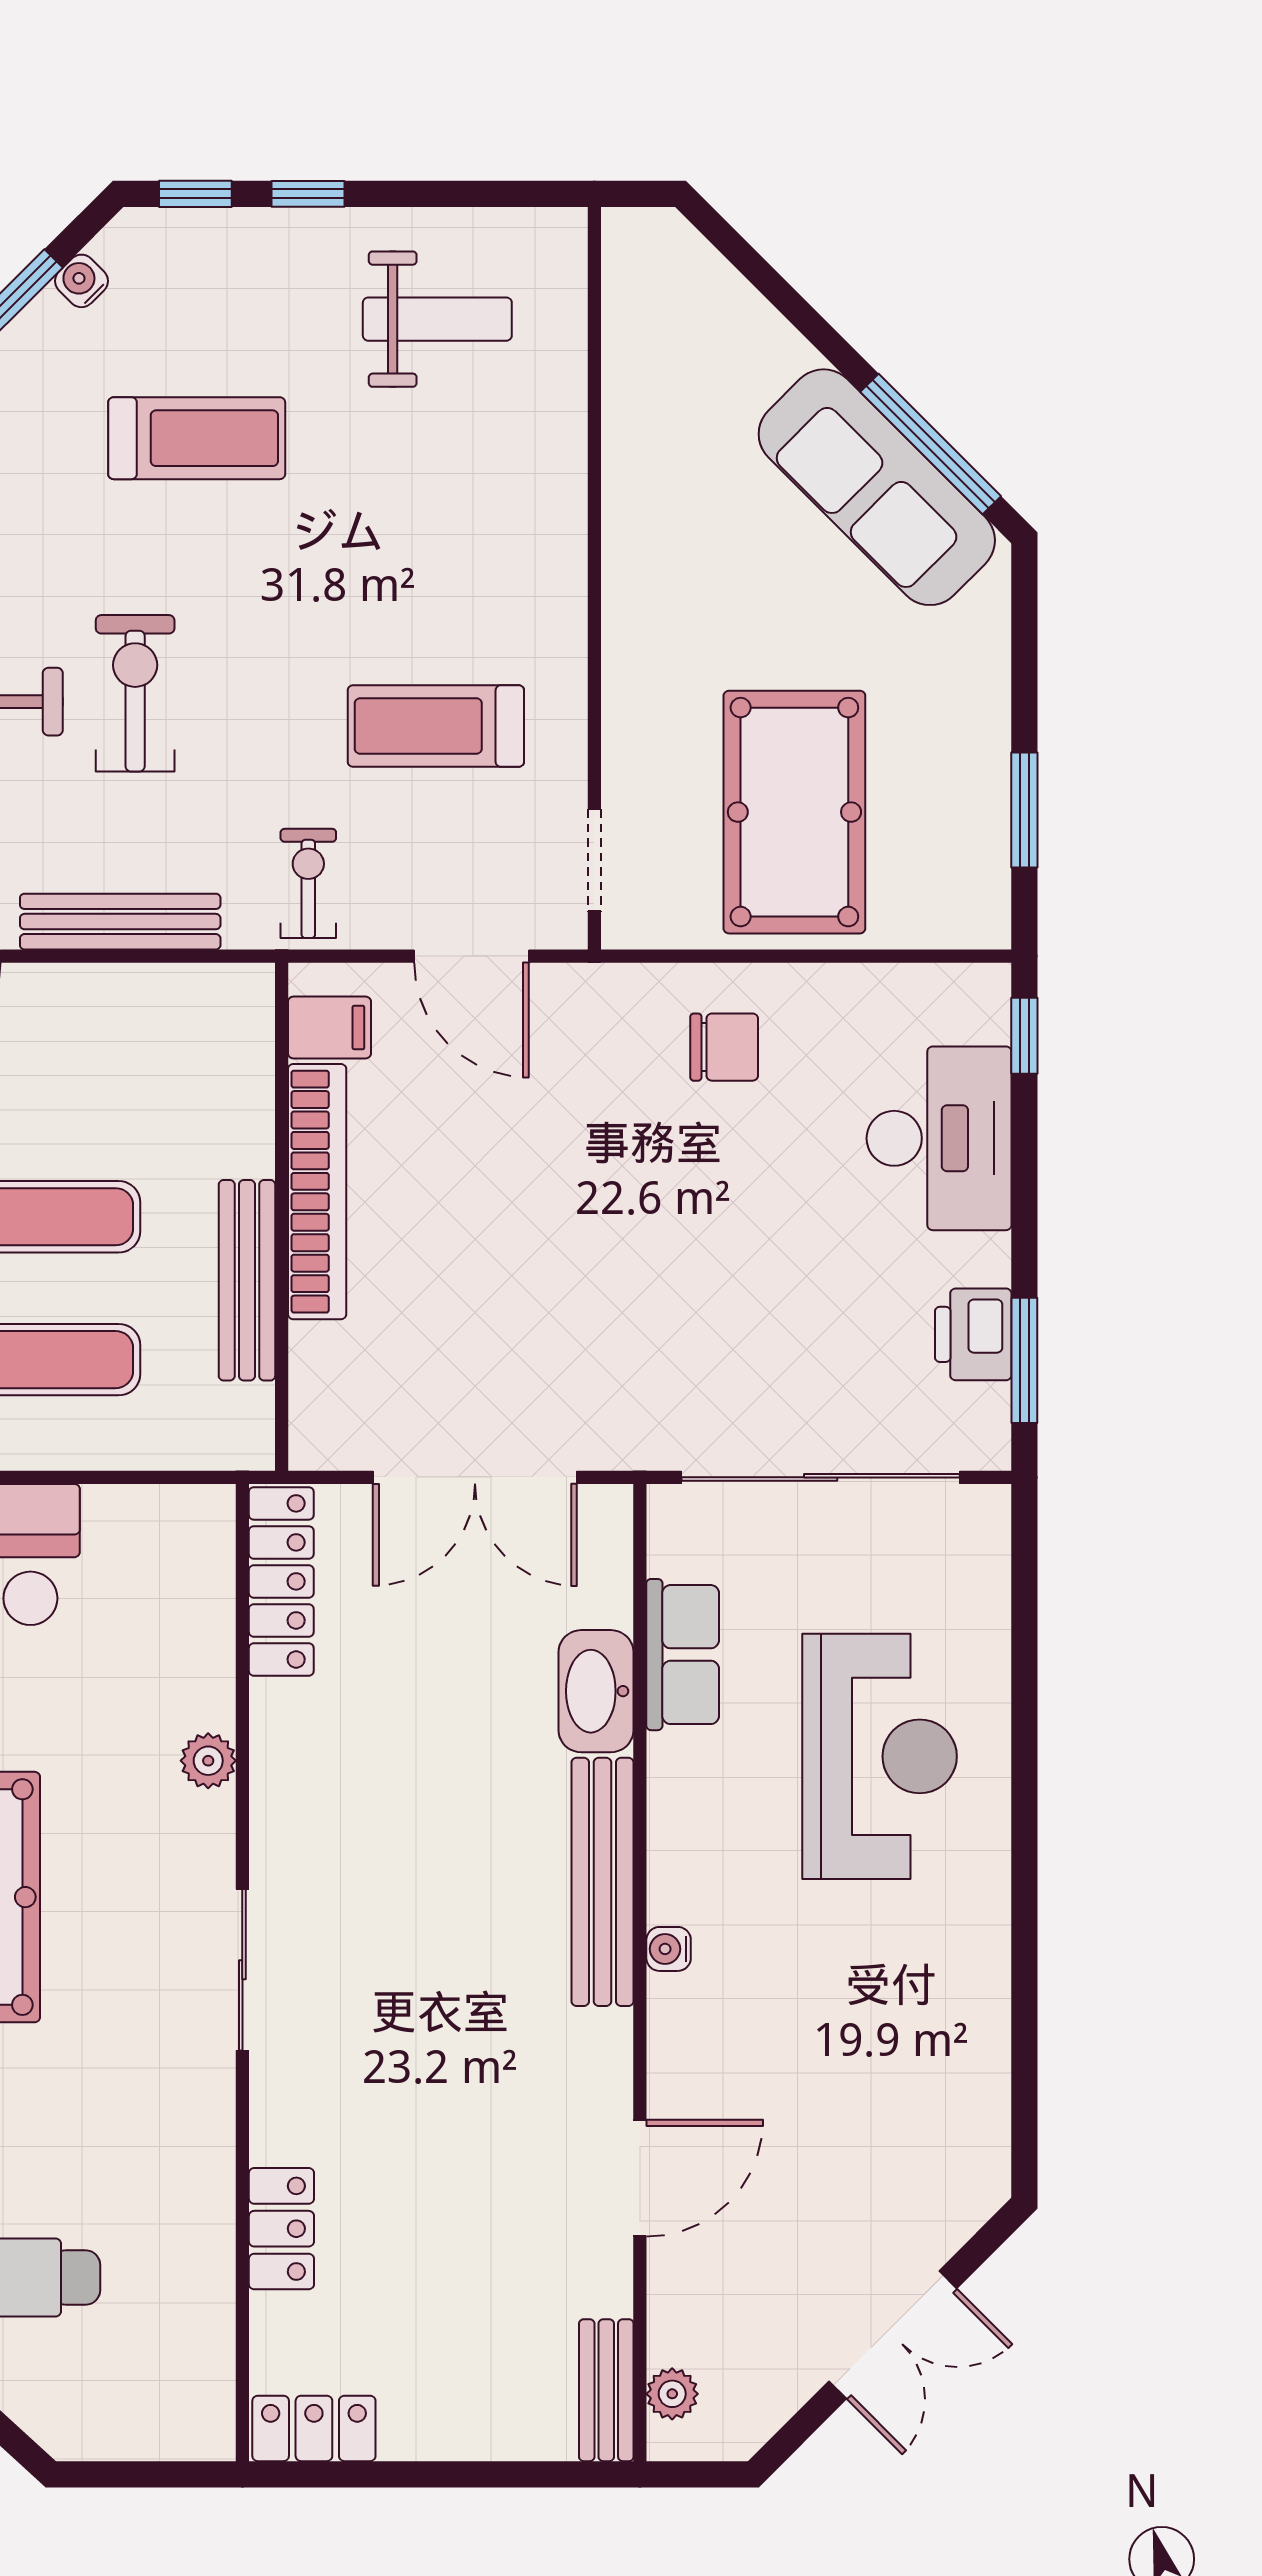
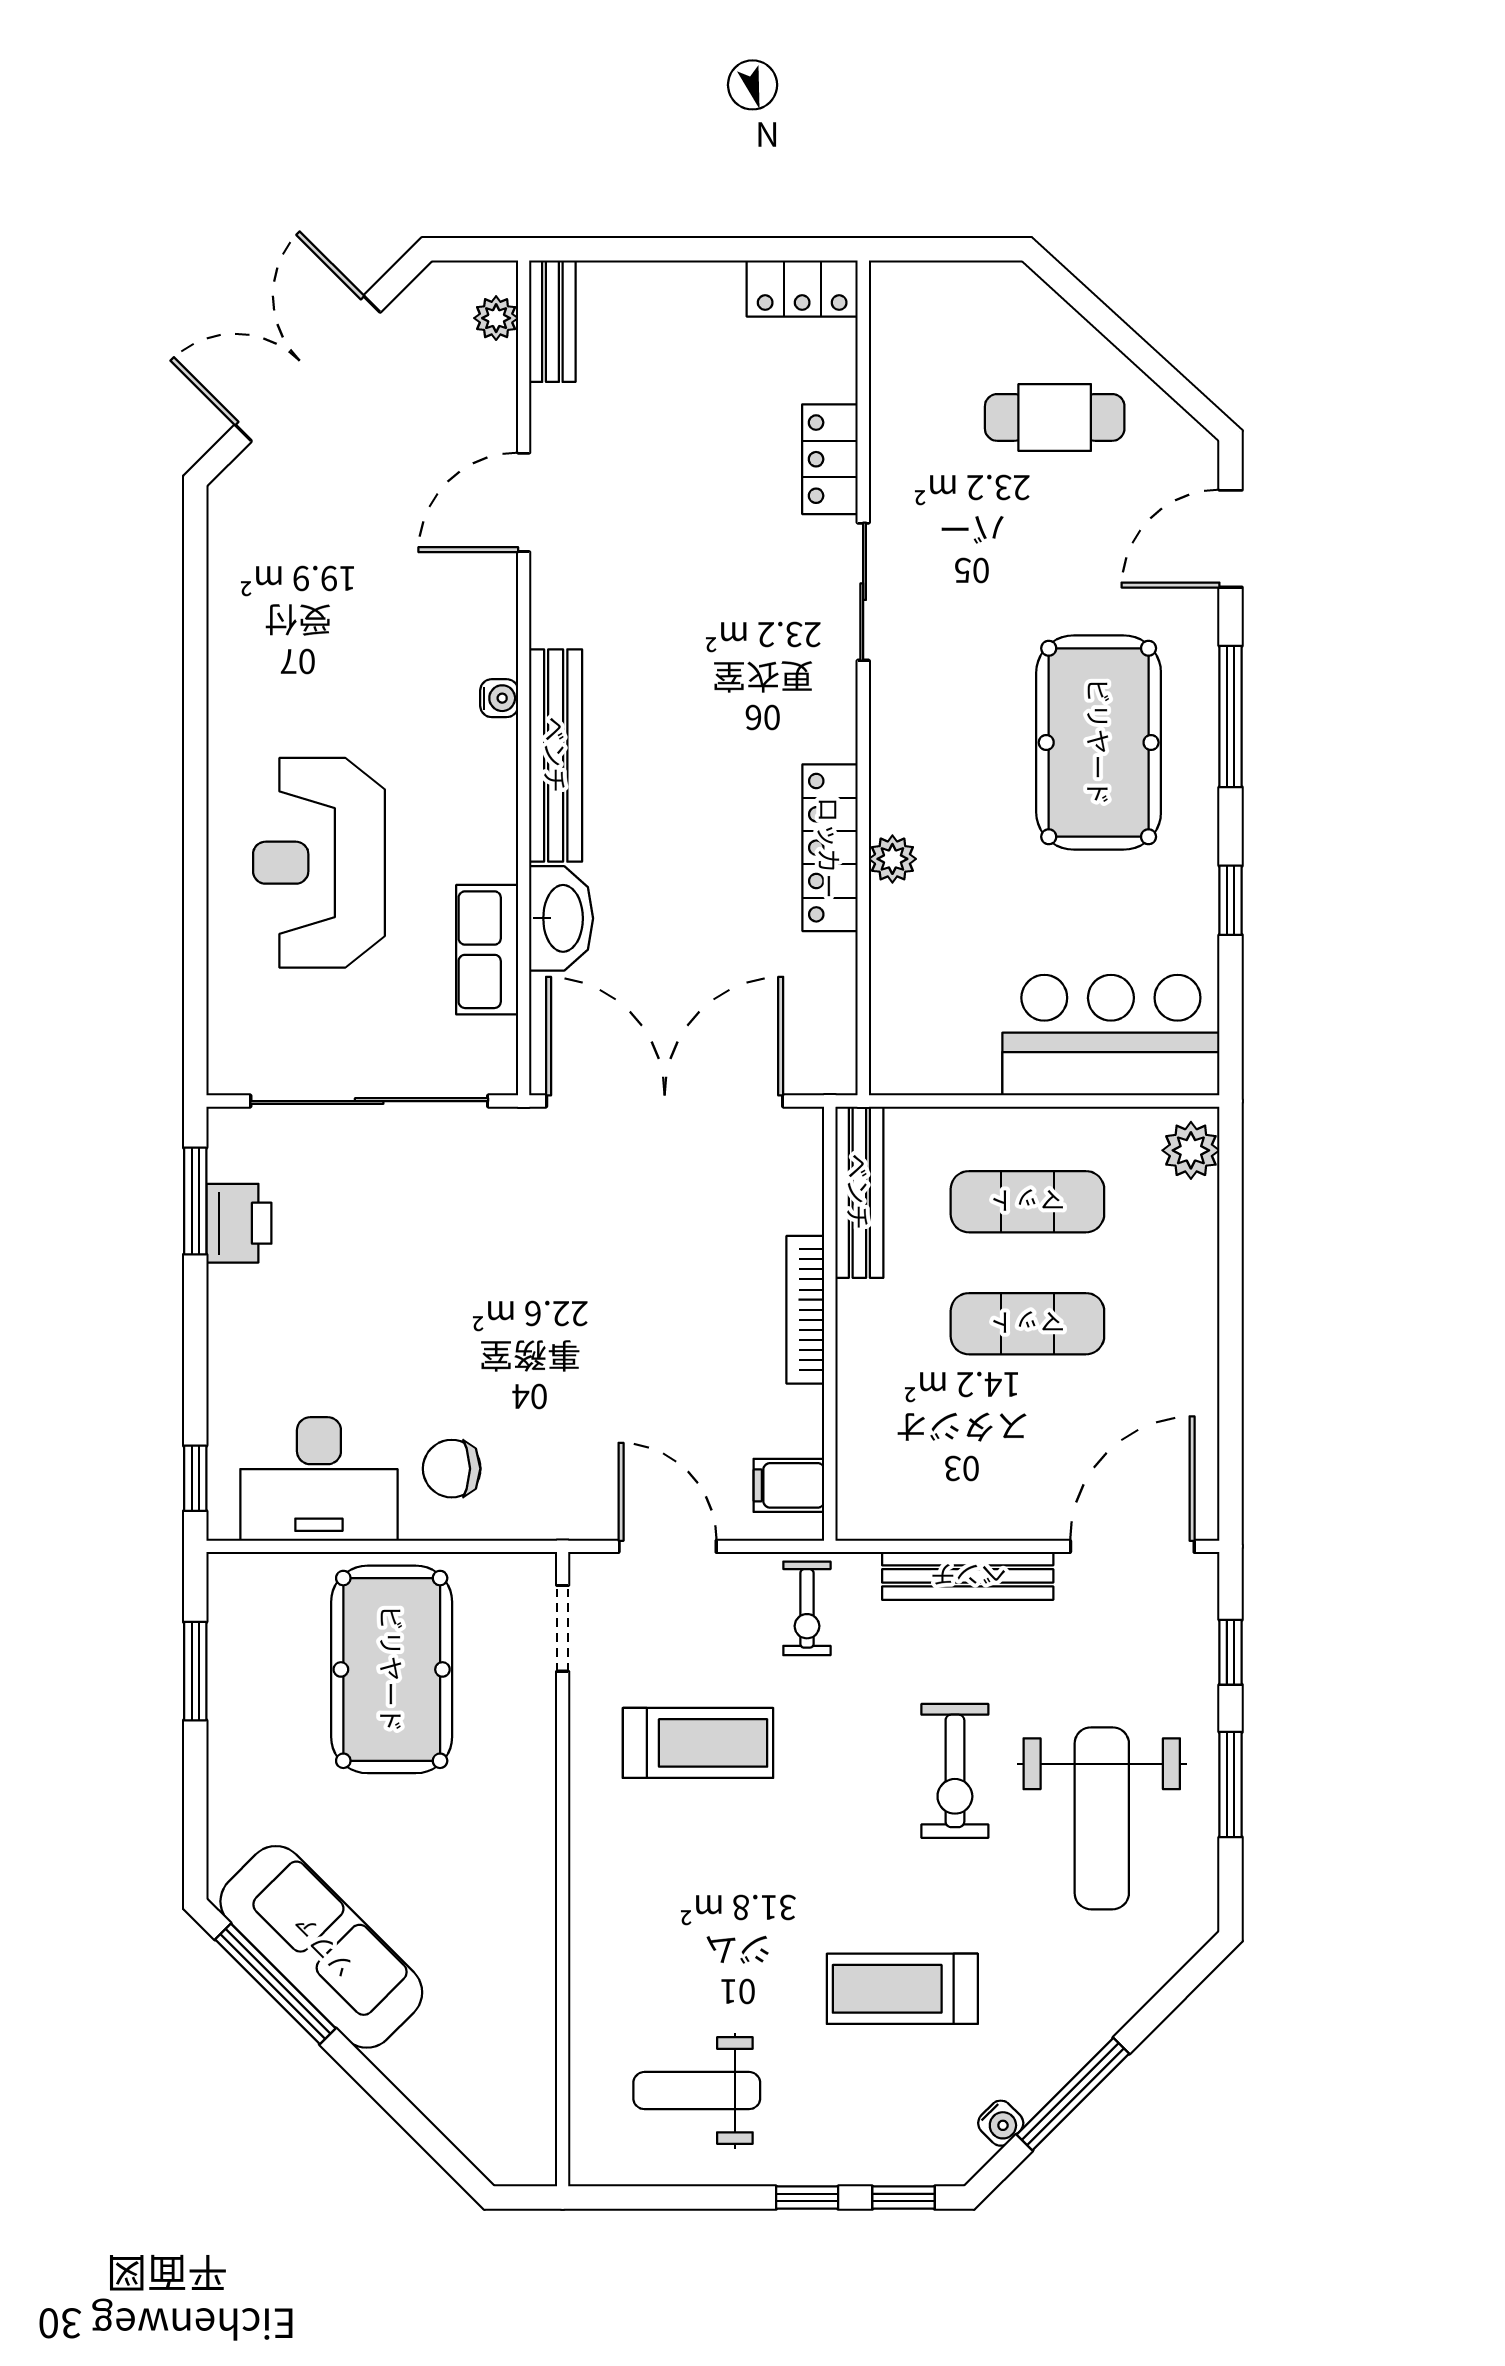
desk: (939, 1138) -> (319, 1479), moved, turned -90
bookcase: (317, 1192) -> (805, 1310), width x0.68, depth x0.76
bench: (247, 1280) -> (859, 1192), moved
double door: (475, 1477) -> (665, 1101), width x1.36
locker: (281, 1581) -> (830, 848), moved
sliding door: (242, 1970) -> (863, 592), moved
double door: (893, 2335) -> (308, 369), width x1.37

